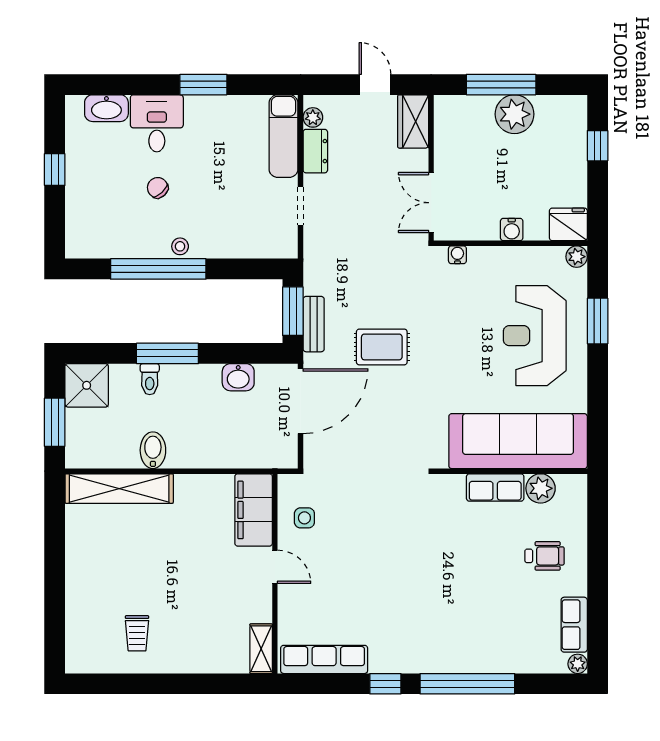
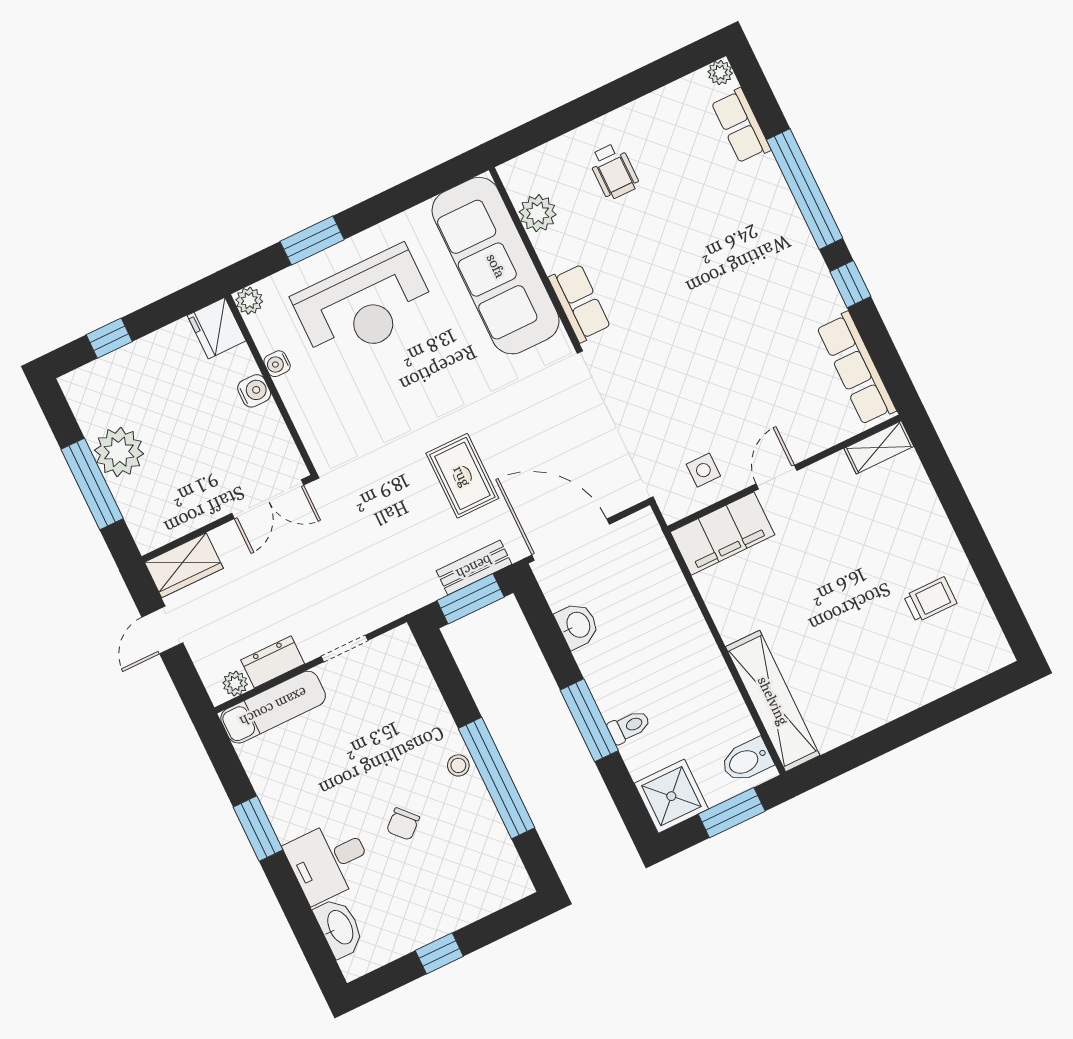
water cooler: (457, 255) -> (277, 364), moved
bidet: (153, 450) -> (747, 761), moved
row of seats: (495, 487) -> (580, 303), moved
wheelchair: (544, 556) -> (614, 171), turned 180
row of seats: (574, 625) -> (741, 126), moved, turned 90

